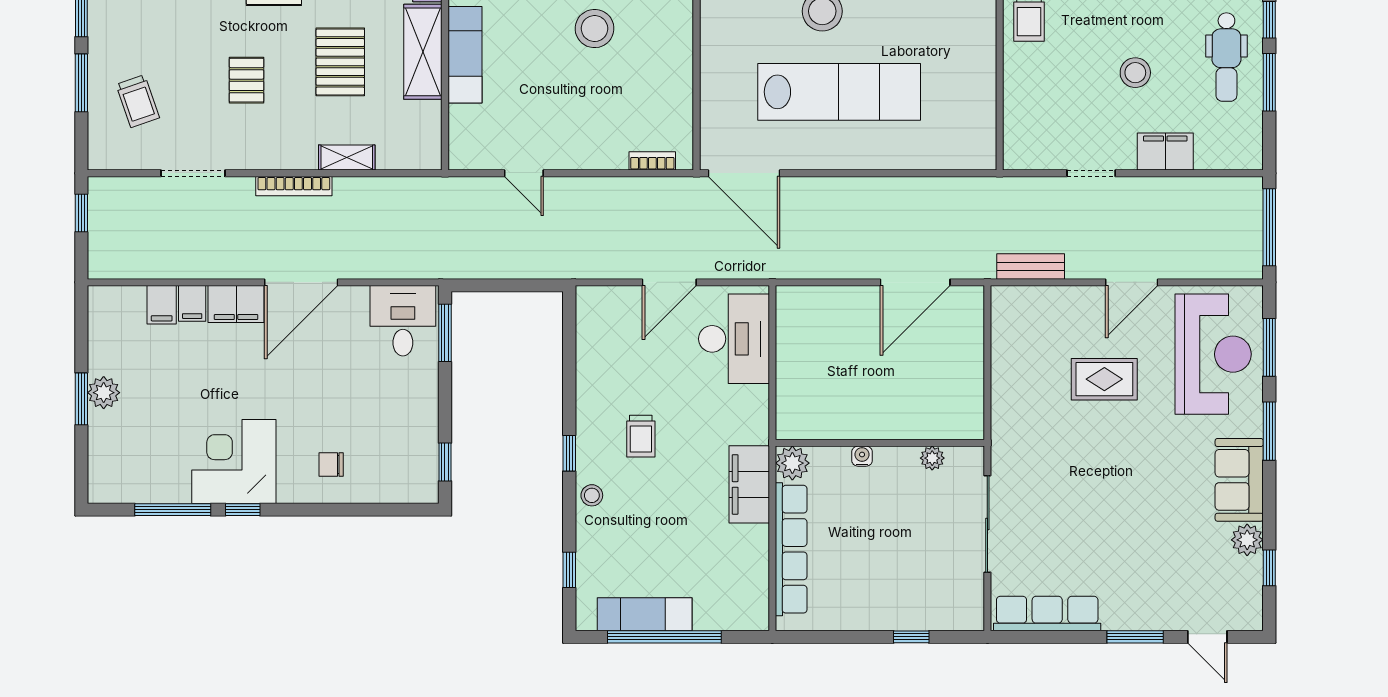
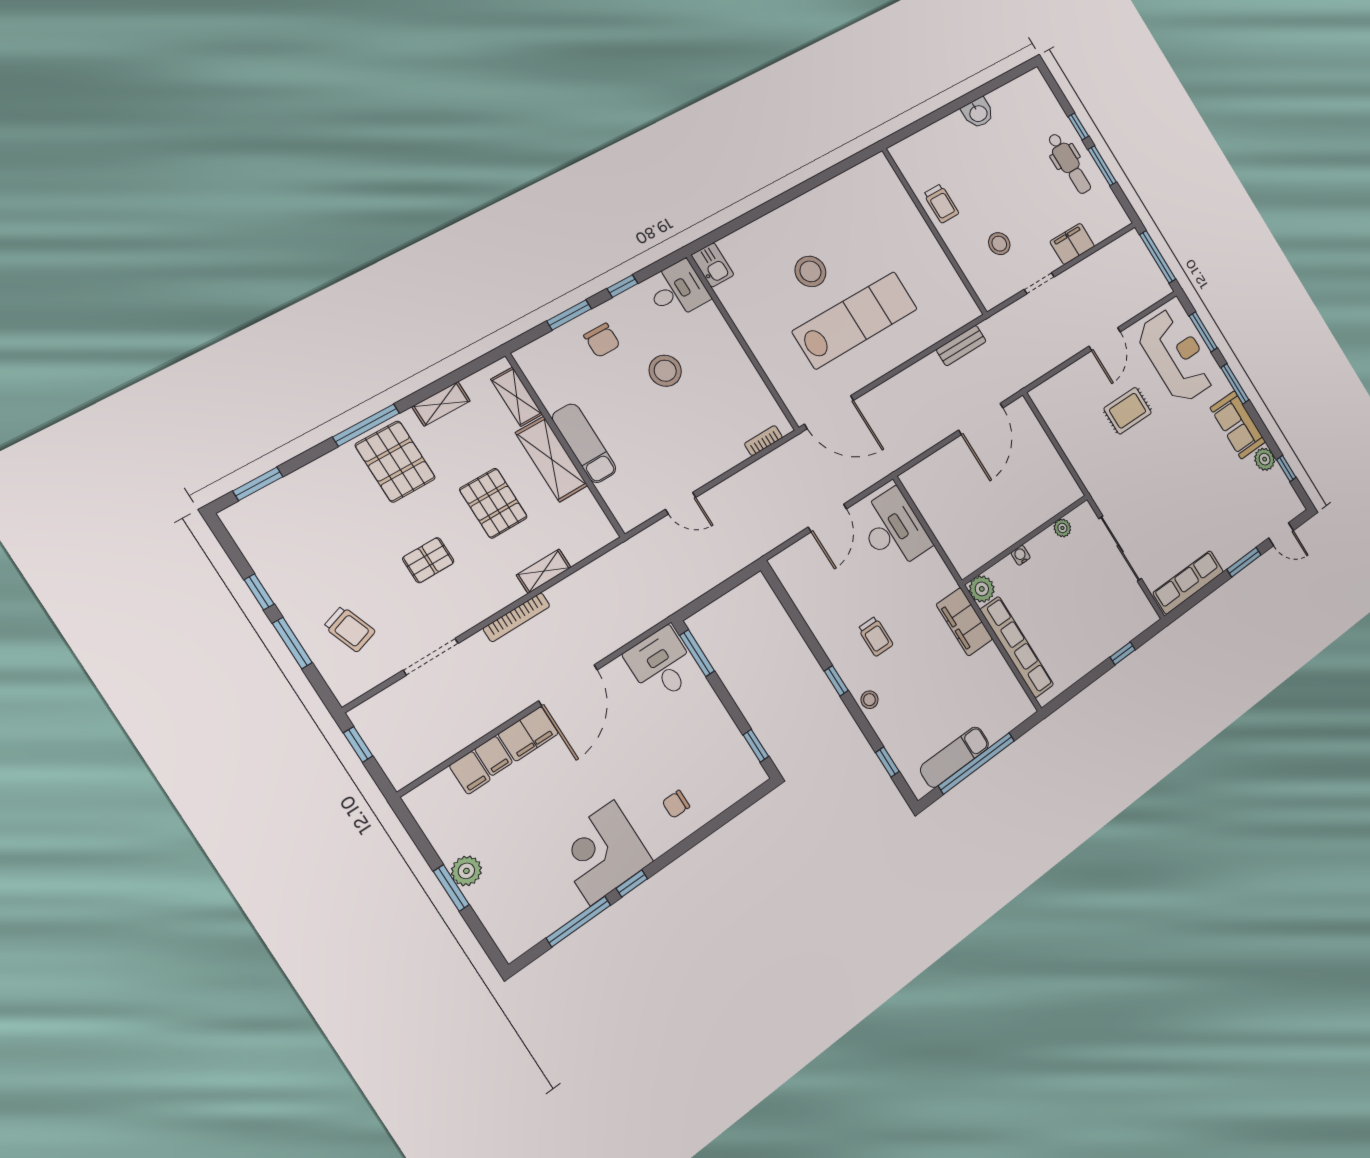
stool: (1135, 73) -> (999, 244), moved
pallet: (246, 80) -> (428, 560), turned 90
bench: (1031, 266) -> (961, 346), moved

